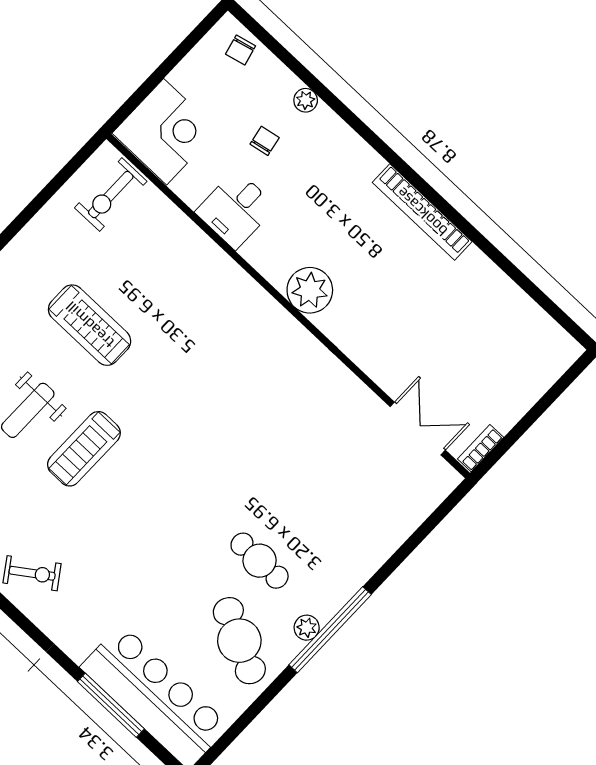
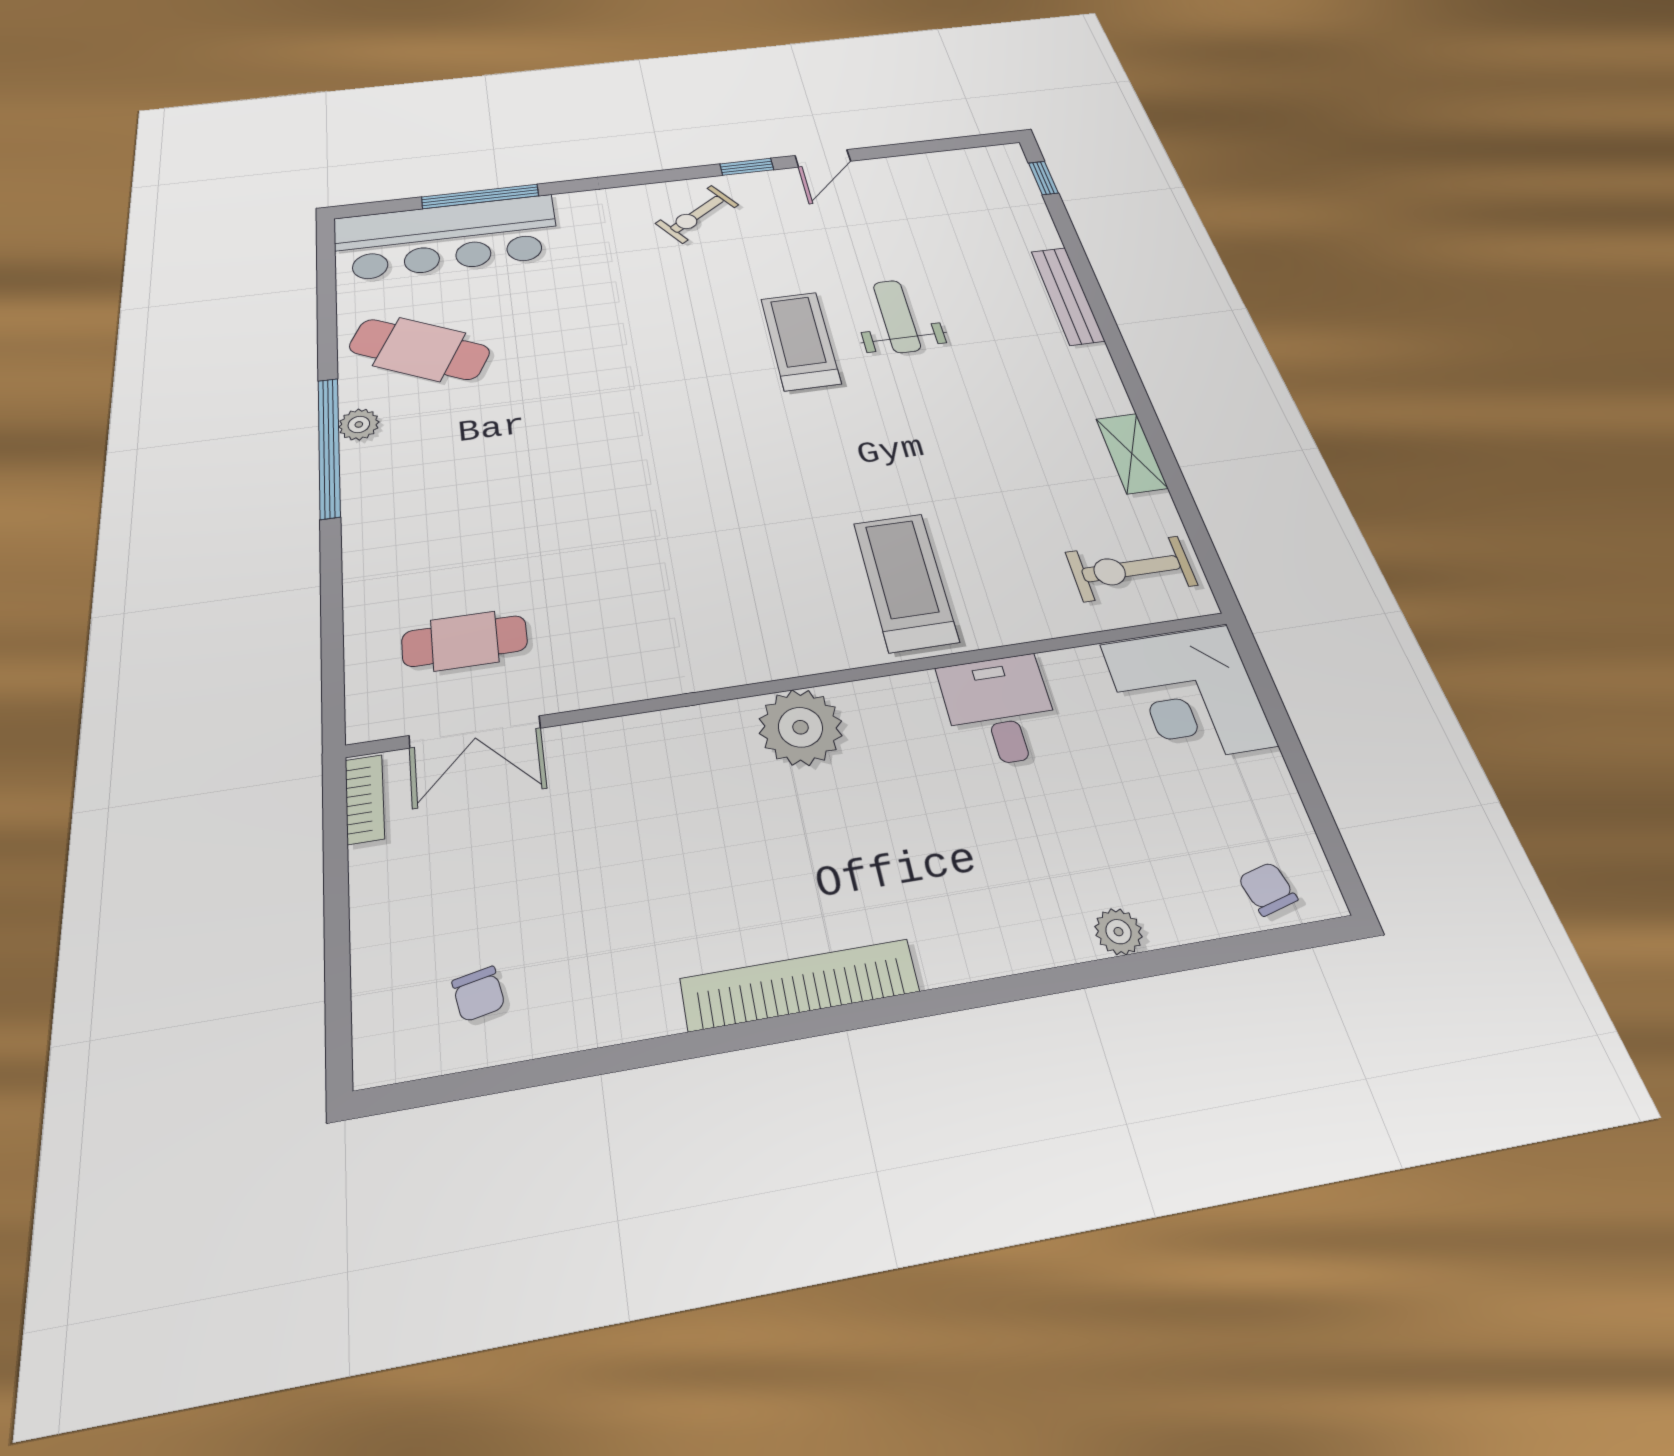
chair: (265, 141) -> (478, 994), moved
exercise bike: (111, 195) -> (1131, 569), turned -90
shelving: (35, 233) -> (1132, 453), added
treadmill: (90, 325) -> (905, 582), moved, turned 90
cafe table: (260, 561) -> (465, 641), moved

